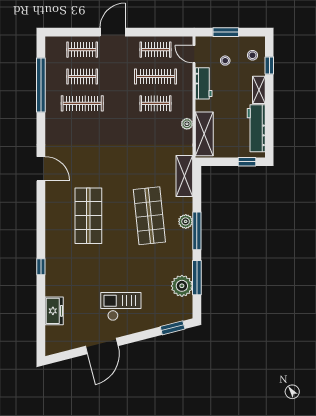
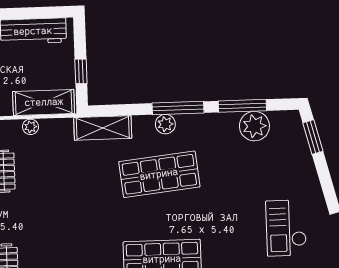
window: (247, 162) -> (81, 71), moved
checkout: (121, 306) -> (286, 228), moved

